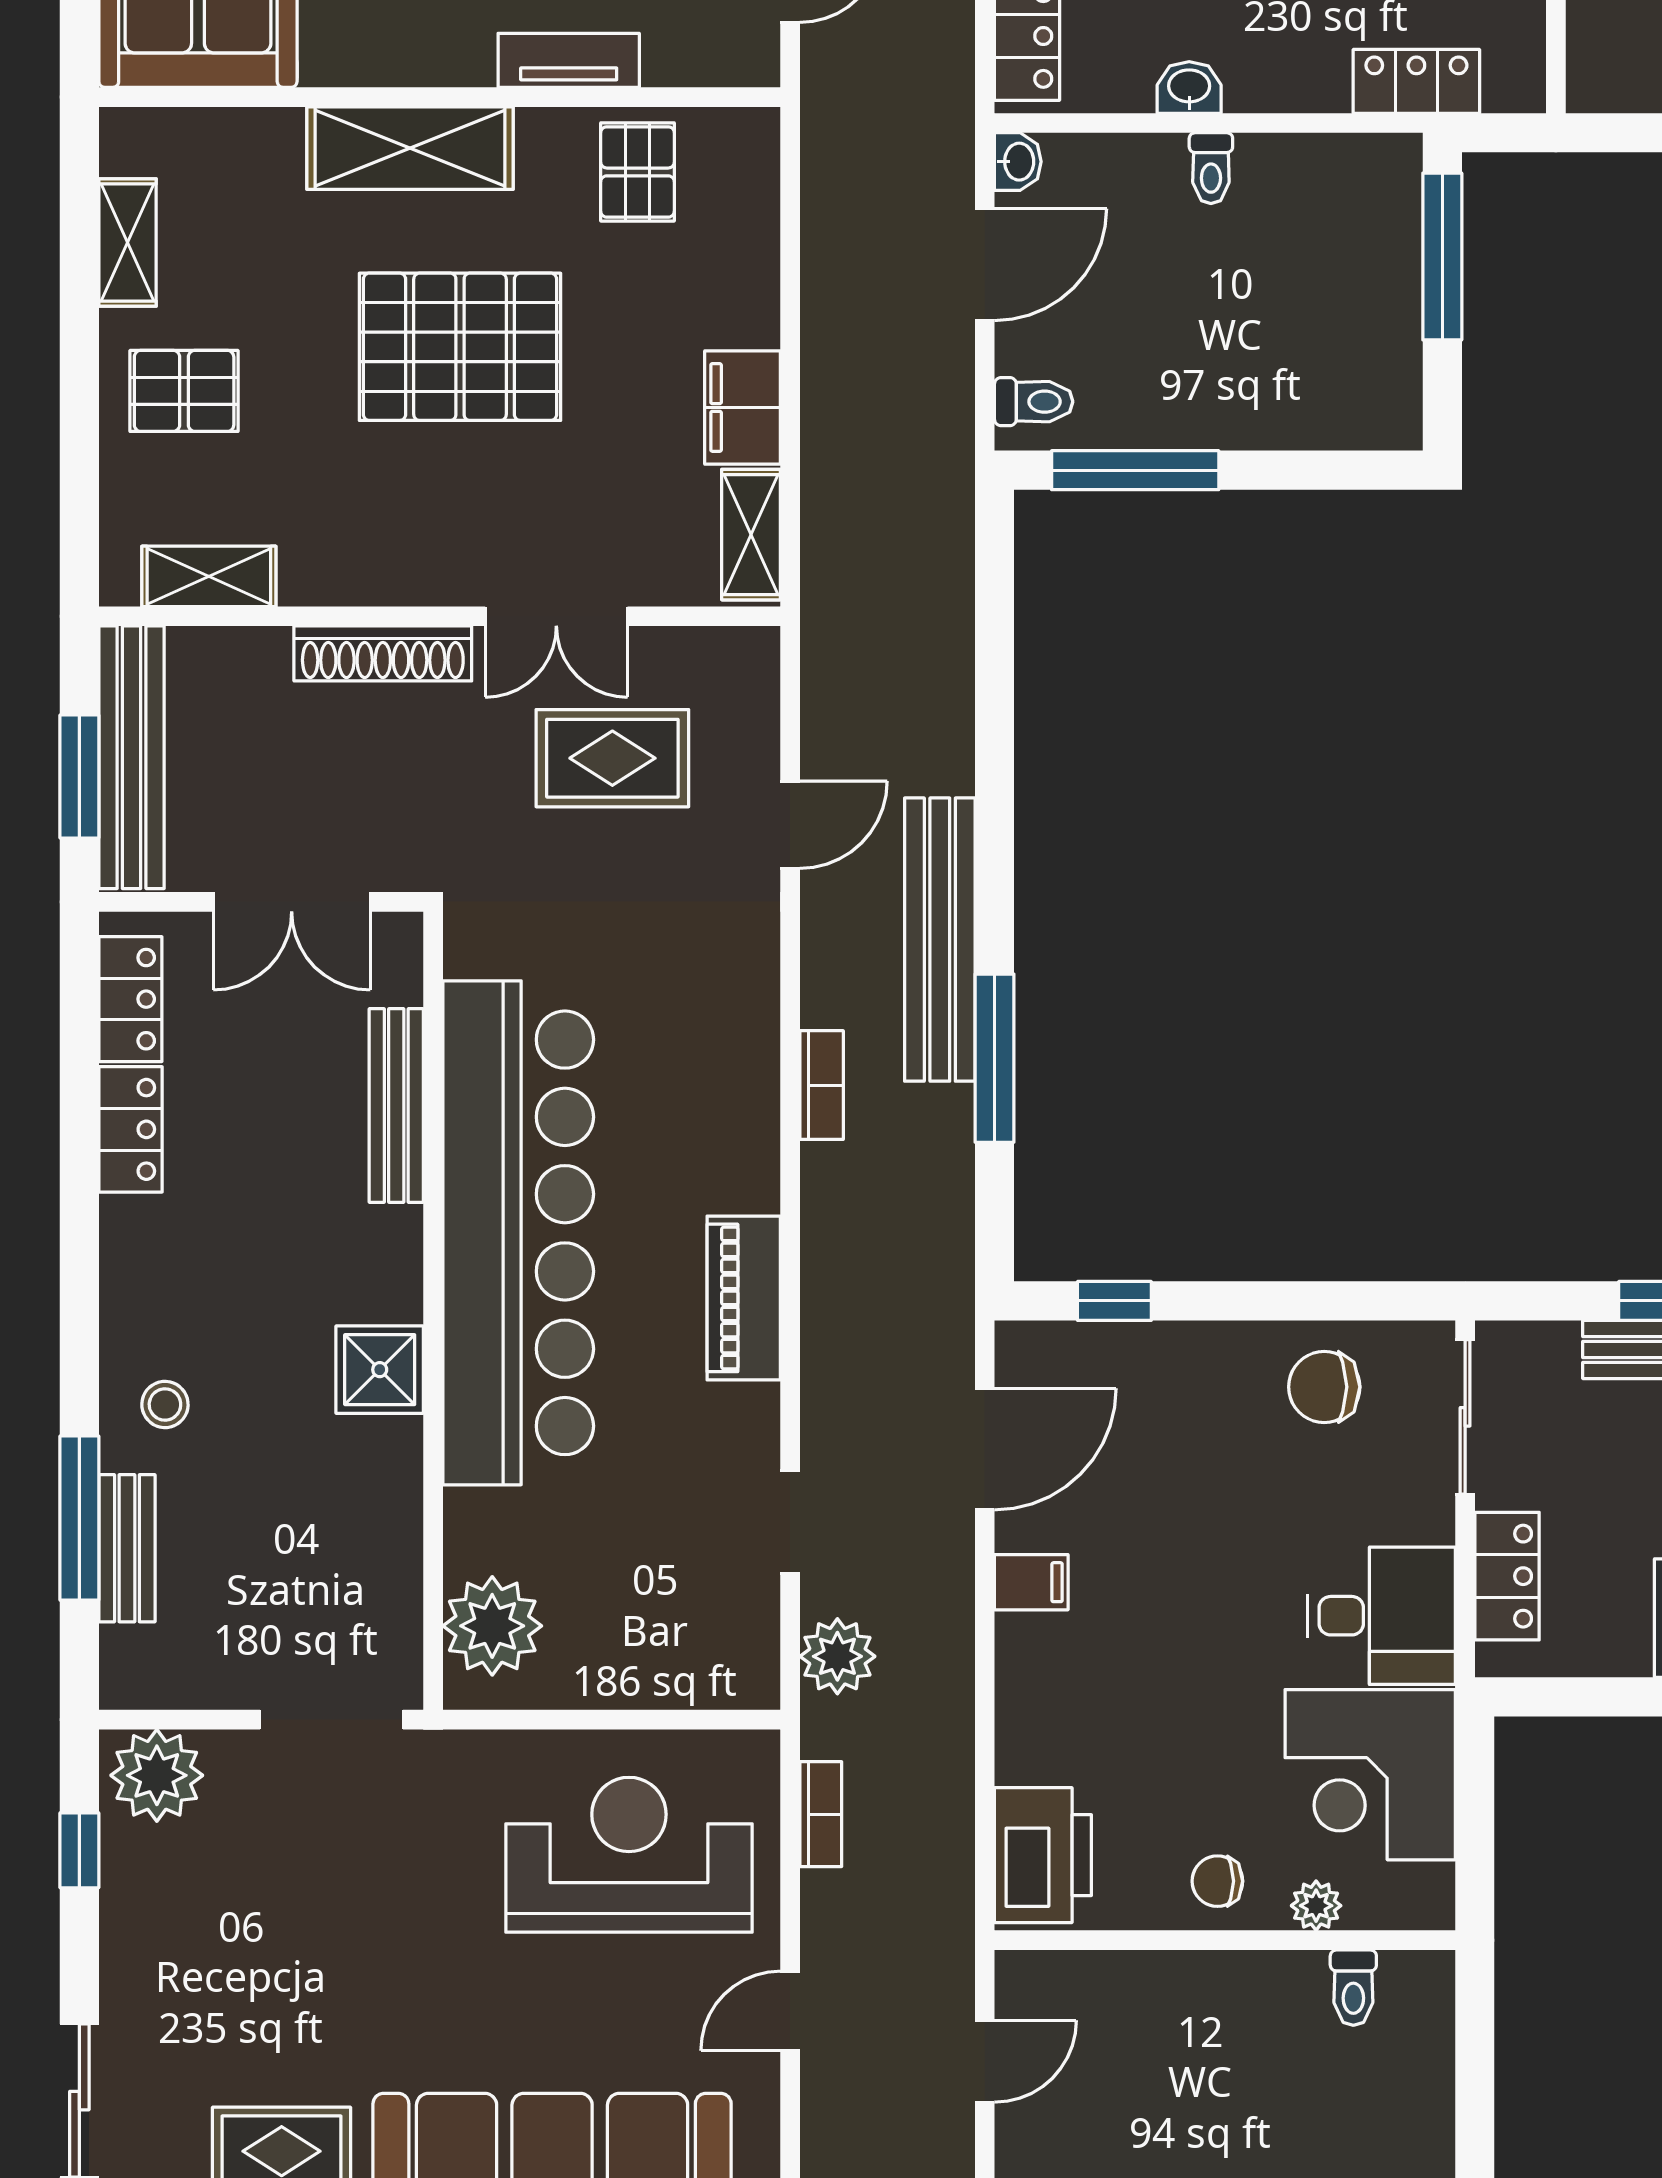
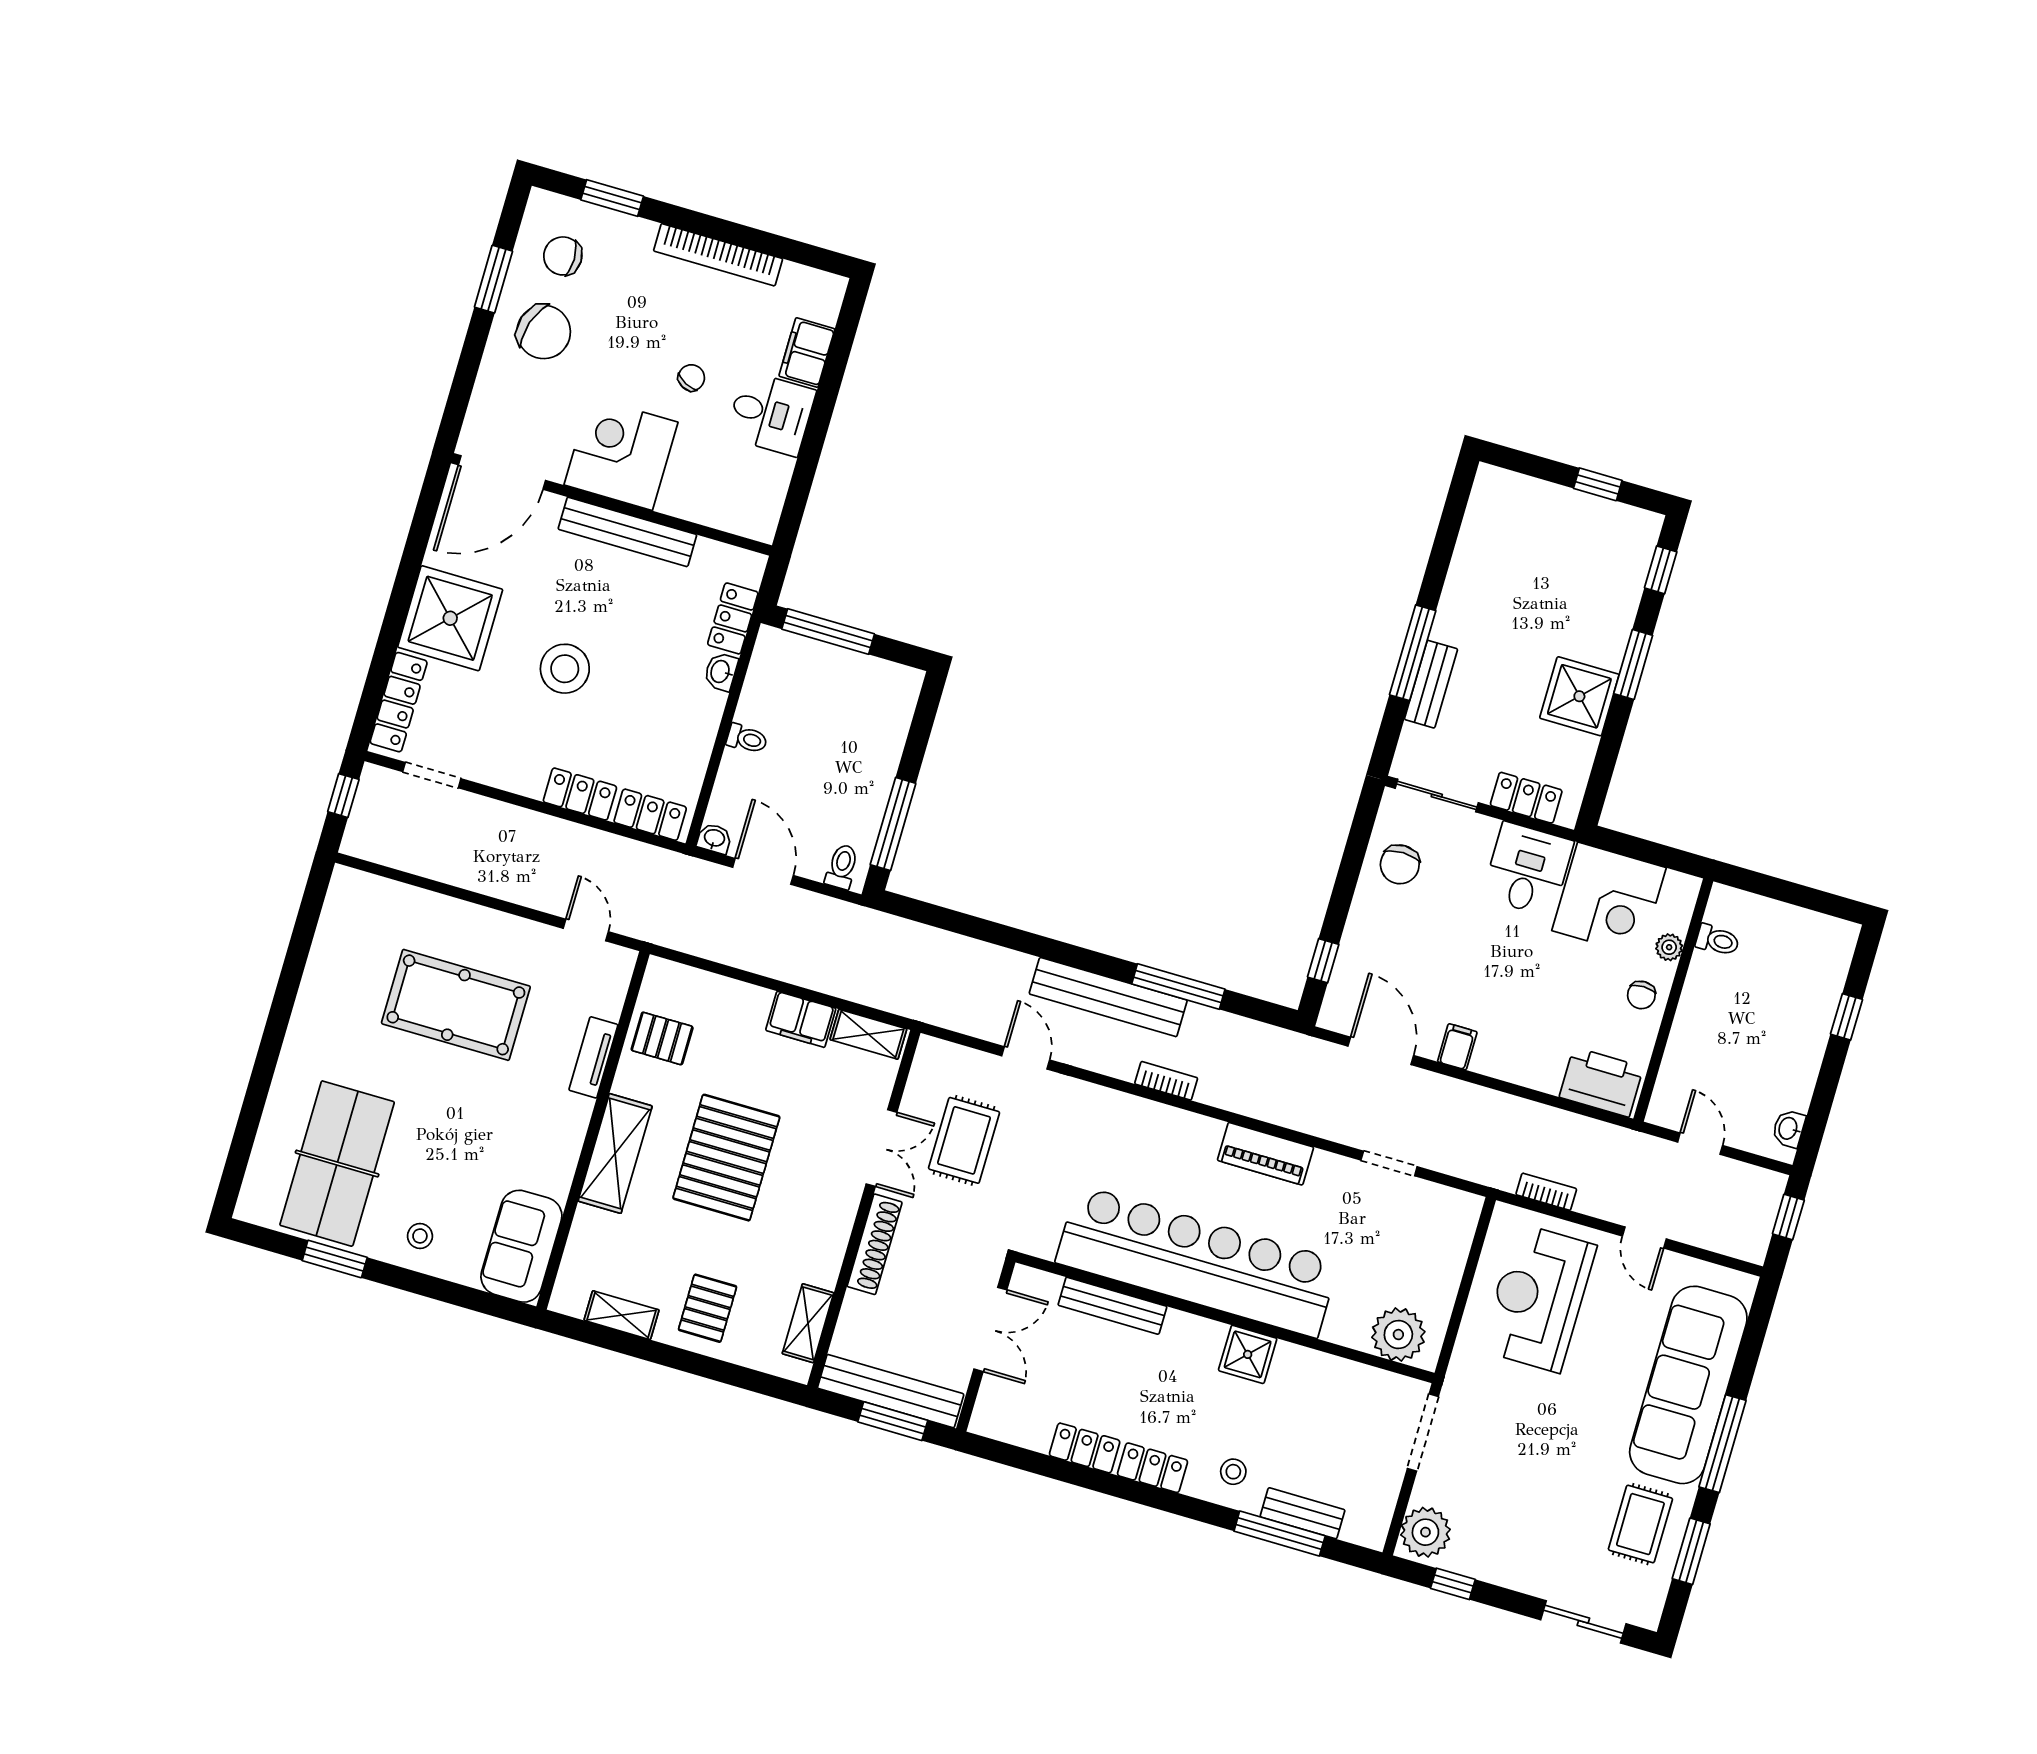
washbasin: (1189, 87) -> (721, 672), moved
locker: (130, 999) -> (1152, 1468), moved
plant: (837, 1656) -> (1467, 1159), removed

